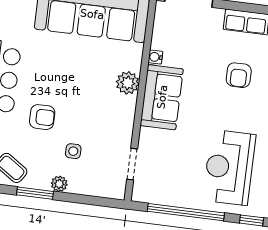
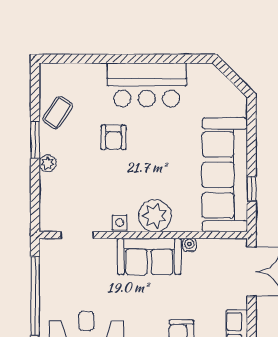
plant: (128, 83) -> (155, 216), width x1.36, depth x1.36
side table: (73, 151) -> (120, 223), moved

